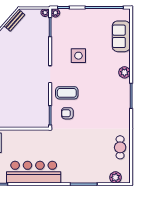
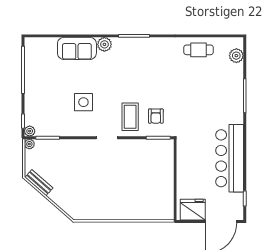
sofa: (121, 36) -> (77, 48), moved

